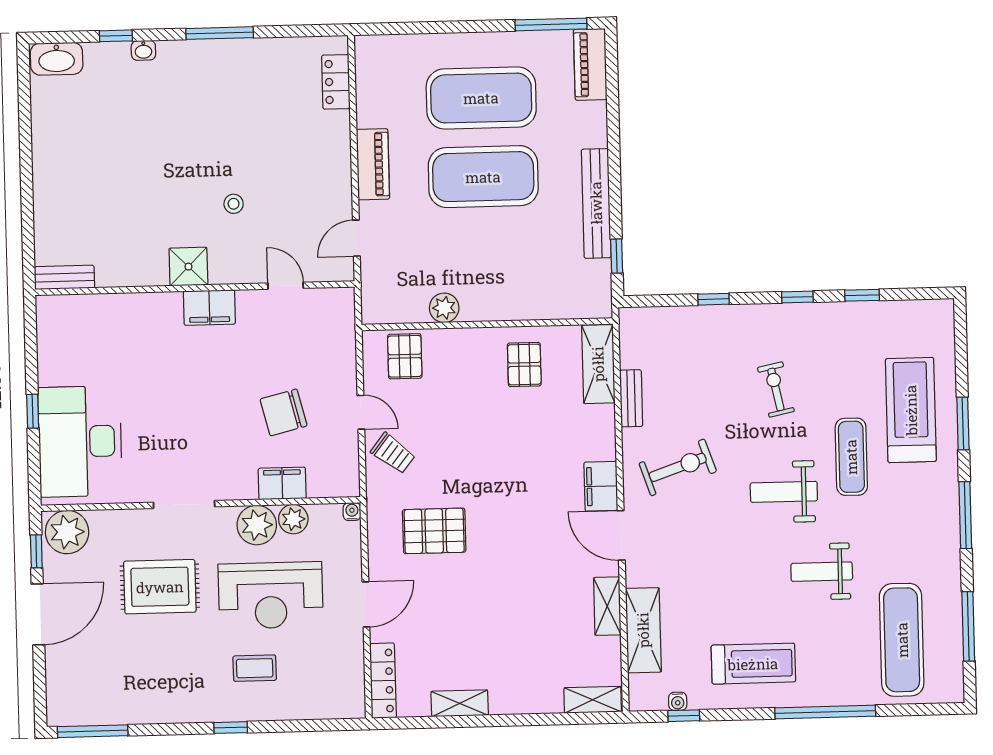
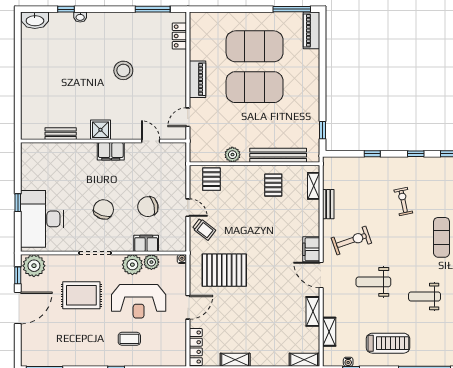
window: (220, 33) -> (153, 9), moved
bench: (596, 203) -> (278, 155), moved, turned 90
stool: (234, 204) -> (123, 70), moved, width x1.89, depth x1.89
bench: (64, 277) -> (61, 134), moved
shelving: (598, 364) -> (314, 186), width x0.67, depth x0.75
chair: (198, 420) -> (104, 209), added
weight bench: (784, 492) -> (373, 282), moved
pallet: (434, 531) -> (224, 270), width x1.37, depth x1.41
shelving: (643, 630) -> (329, 332), width x0.67, depth x0.75

